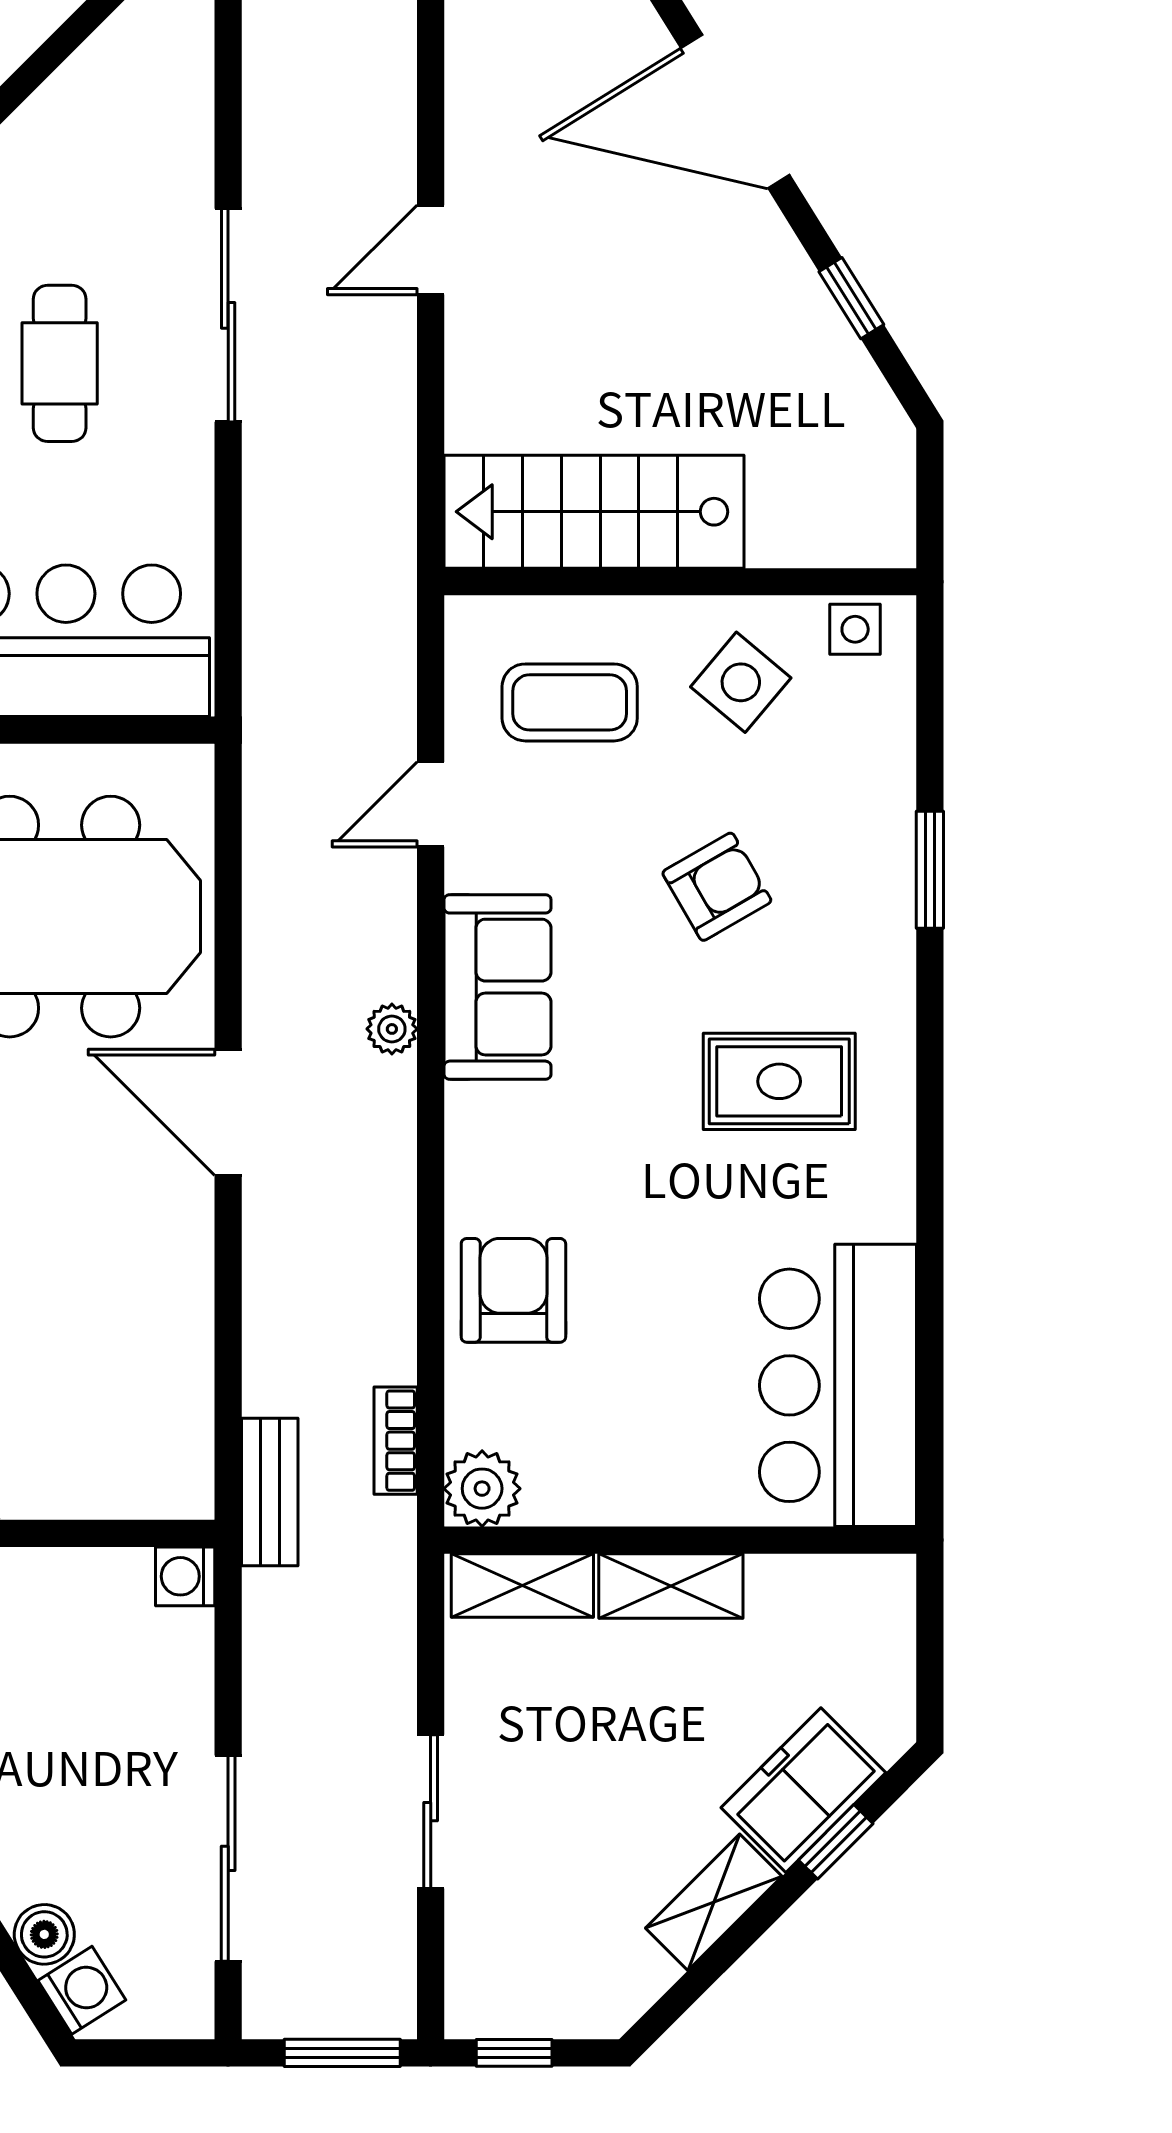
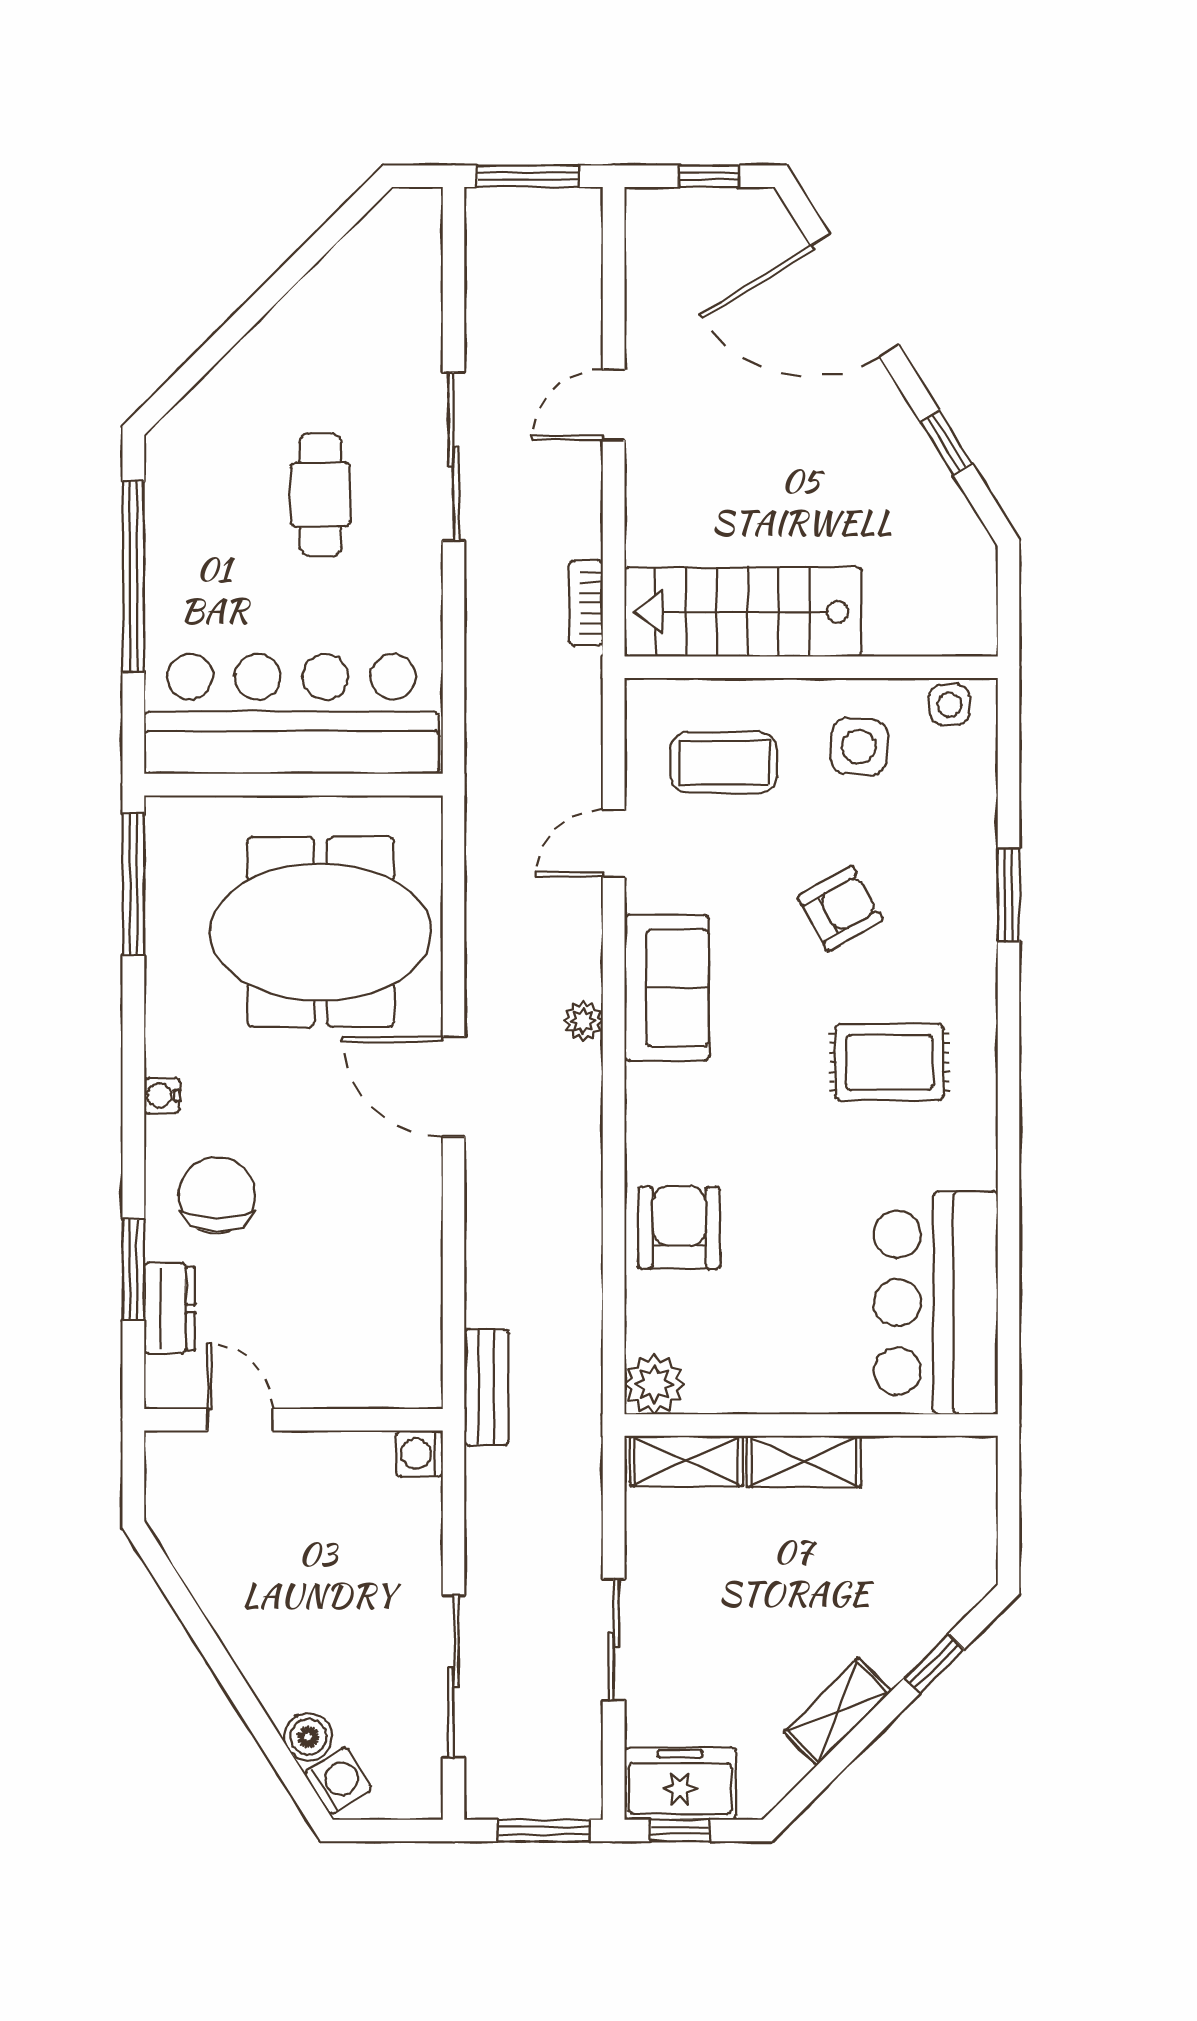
side table: (741, 682) -> (859, 747), turned -35
bookcase: (396, 1441) -> (586, 603), moved
freezer: (803, 1790) -> (680, 1784), moved, turned 45

